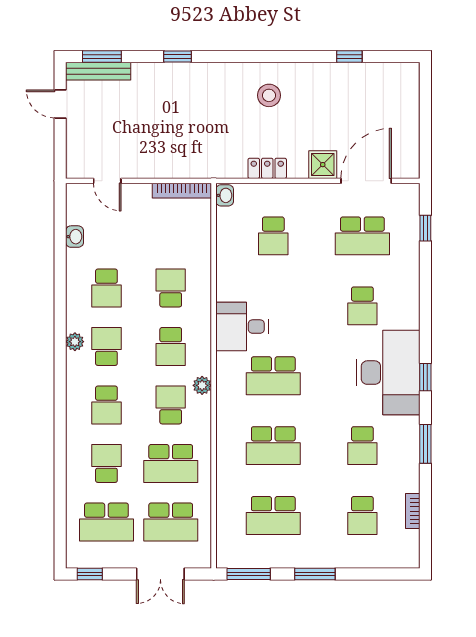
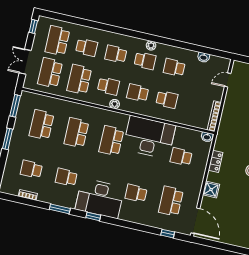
door: (366, 181) -> (195, 221), moved
desk: (242, 327) -> (149, 137), width x1.87, depth x1.30

